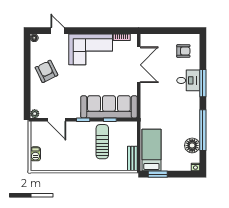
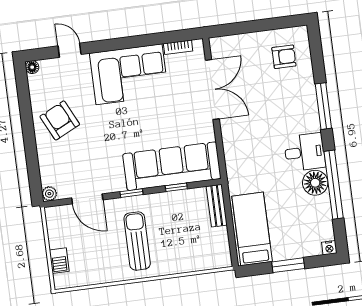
desk: (188, 80) -> (305, 152), moved
sun lounger: (102, 142) -> (137, 241), moved
floor lamp: (192, 145) -> (315, 183), moved
bench: (132, 159) -> (217, 206), moved
window: (158, 174) -> (288, 265), moved

